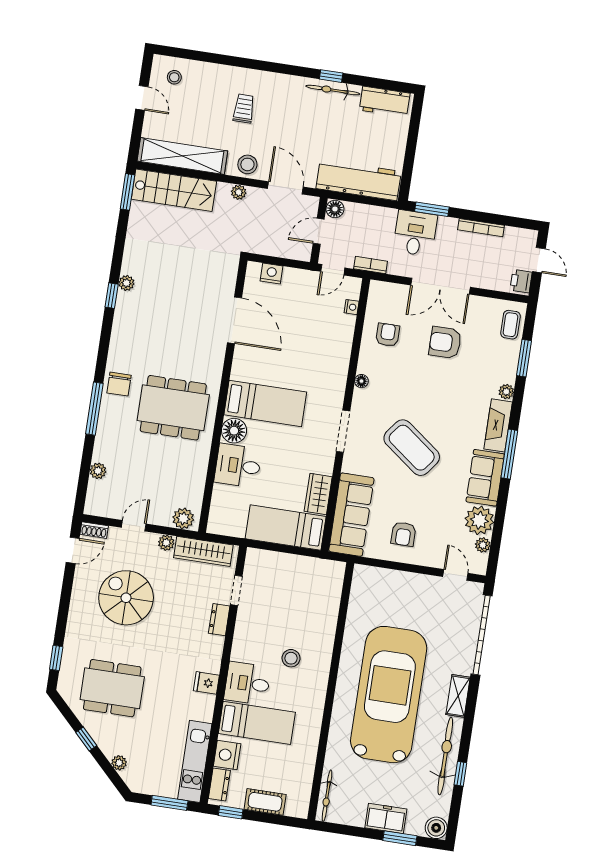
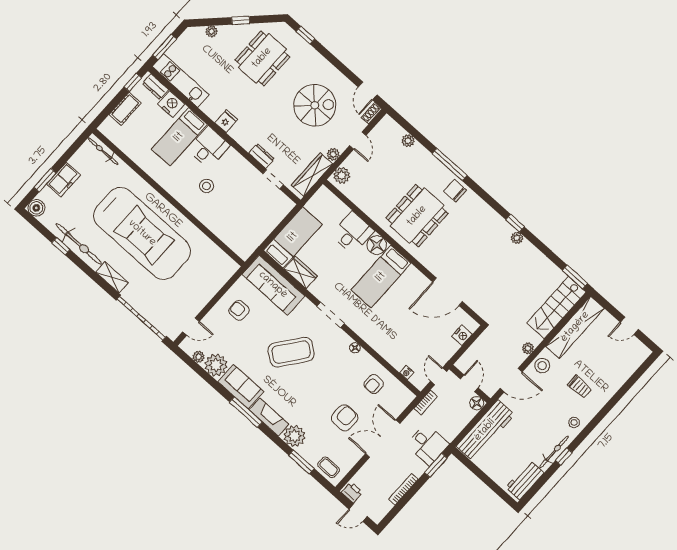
stool: (174, 77) -> (574, 422), moved
armchair: (388, 335) -> (374, 384), turned 90
plant: (506, 392) -> (294, 436), width x1.88, depth x1.88

